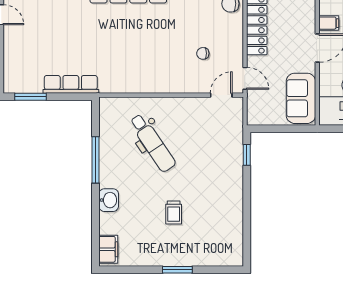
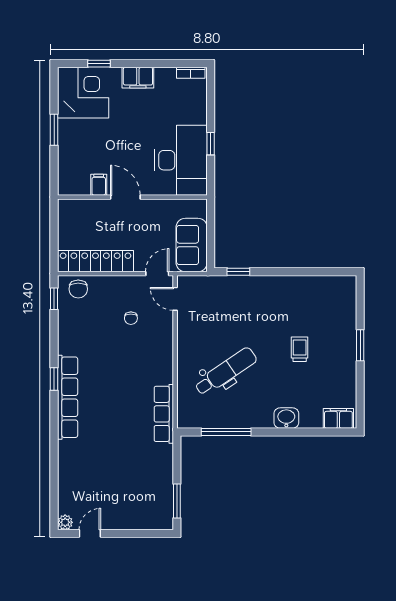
row of seats: (71, 84) -> (164, 414), moved
sofa: (301, 98) -> (192, 245), moved, turned 90
window: (96, 160) -> (226, 432), moved
trolley: (174, 213) -> (300, 349), turned -90

